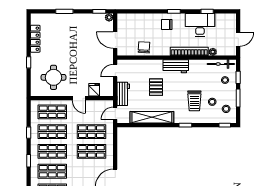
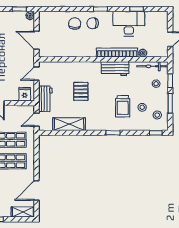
chair: (144, 47) -> (75, 24), moved
workbench: (176, 66) -> (115, 69), moved
fridge: (94, 90) -> (25, 94), moved
shelving: (152, 117) -> (69, 124), width x0.68

